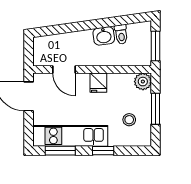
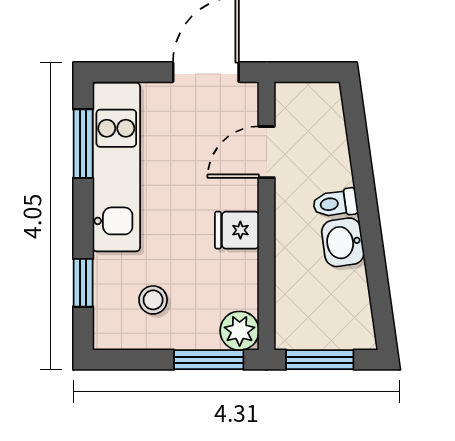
toilet: (121, 34) -> (335, 203), moved
window: (156, 109) -> (209, 360), moved
window: (103, 151) -> (83, 283), moved

